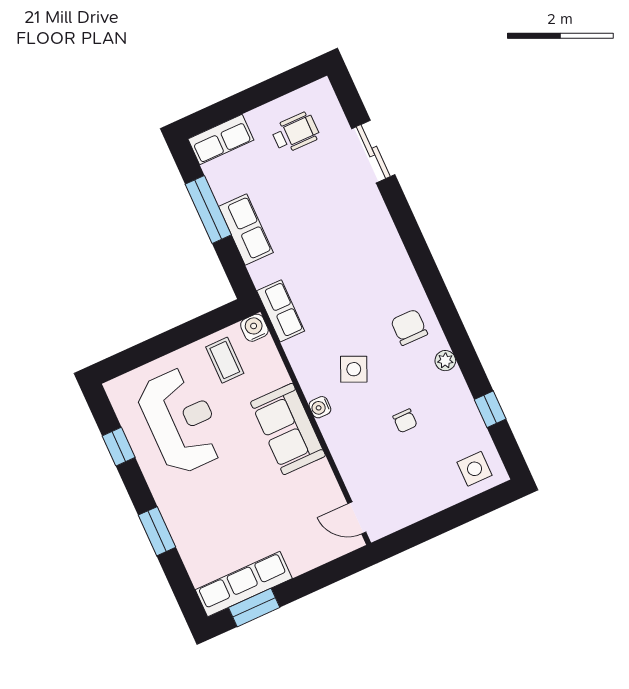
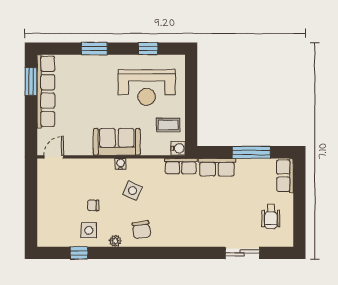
row of seats: (246, 229) -> (217, 167), moved
chair: (409, 327) -> (141, 230), turned 82
side table: (475, 469) -> (89, 230), moved
row of seats: (244, 584) -> (46, 91), width x1.36

